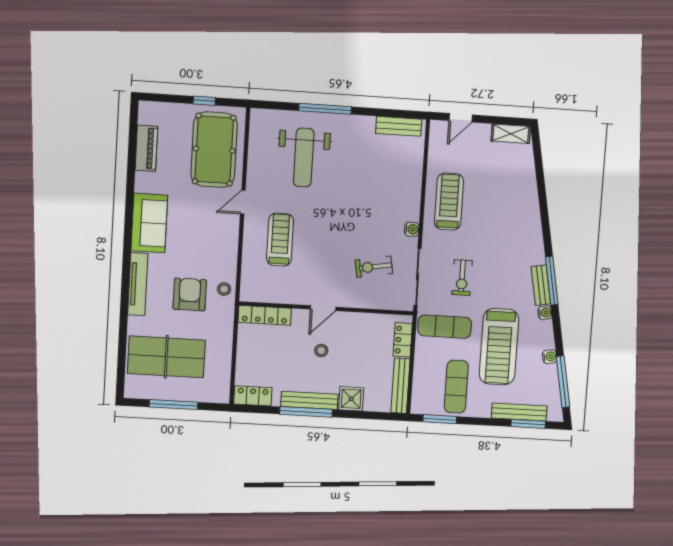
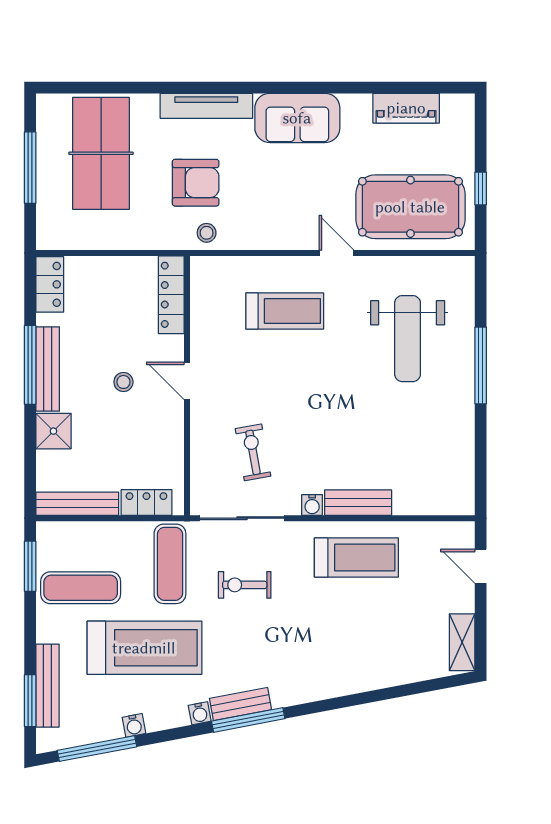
bench: (399, 126) -> (358, 503), moved, turned 90
weight bench: (304, 157) -> (408, 339), turned -90
treadmill: (499, 347) -> (144, 648), turned 180

